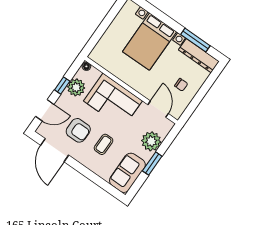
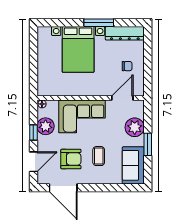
window: (195, 40) -> (99, 23), moved
door: (158, 109) -> (122, 98), hinge flipped

